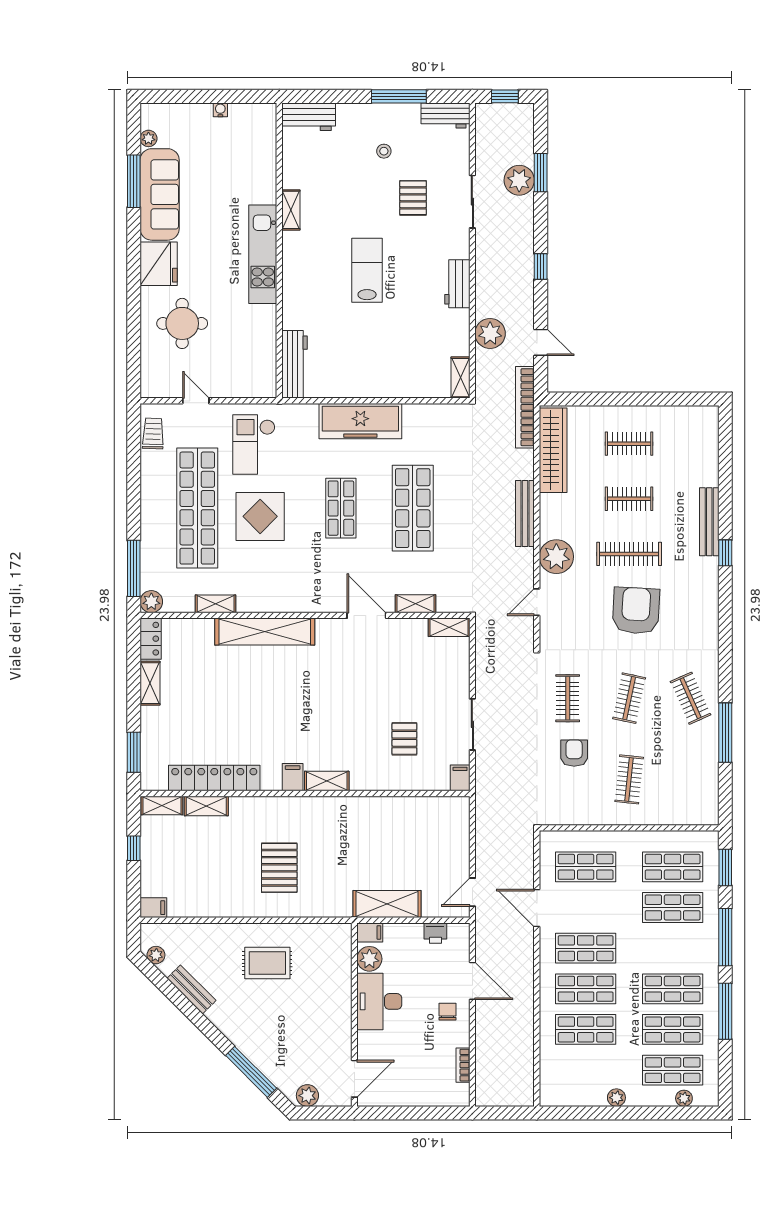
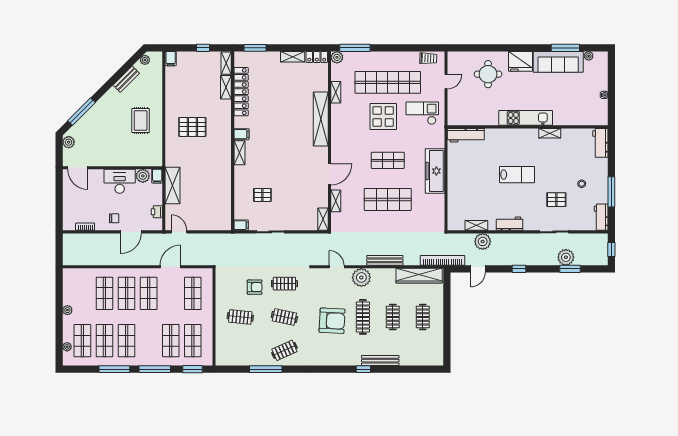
shelving: (461, 378) -> (476, 225), moved

